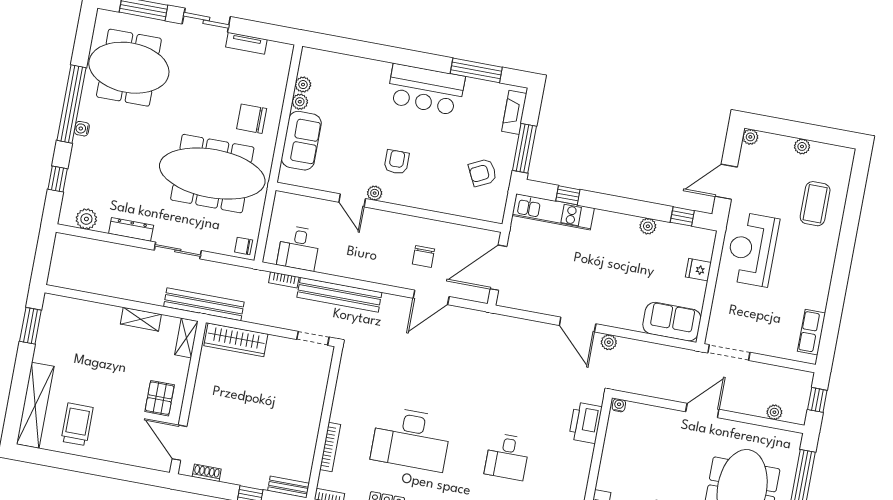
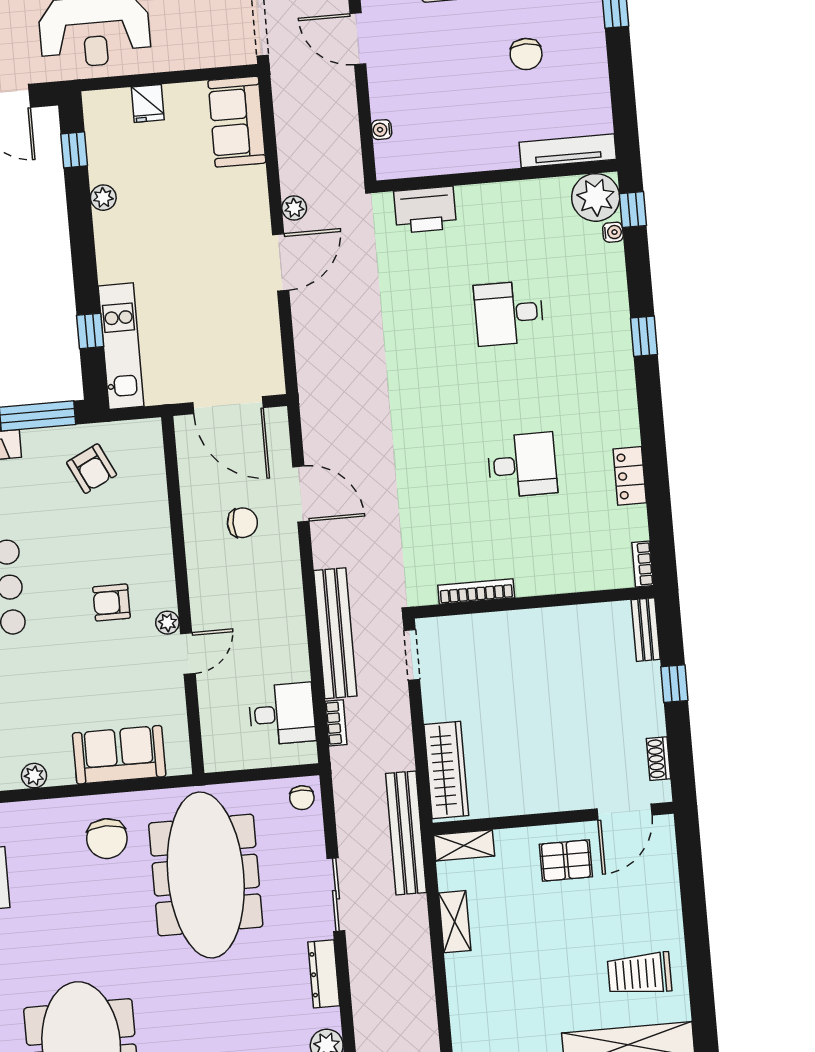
plant: (300, 102) -> (61, 773), removed
water cooler: (619, 405) -> (382, 130), moved
desk: (411, 439) -> (522, 465), width x0.53, depth x0.77
bookcase: (330, 447) -> (476, 591), moved
desk: (507, 457) -> (509, 313), turned 180

